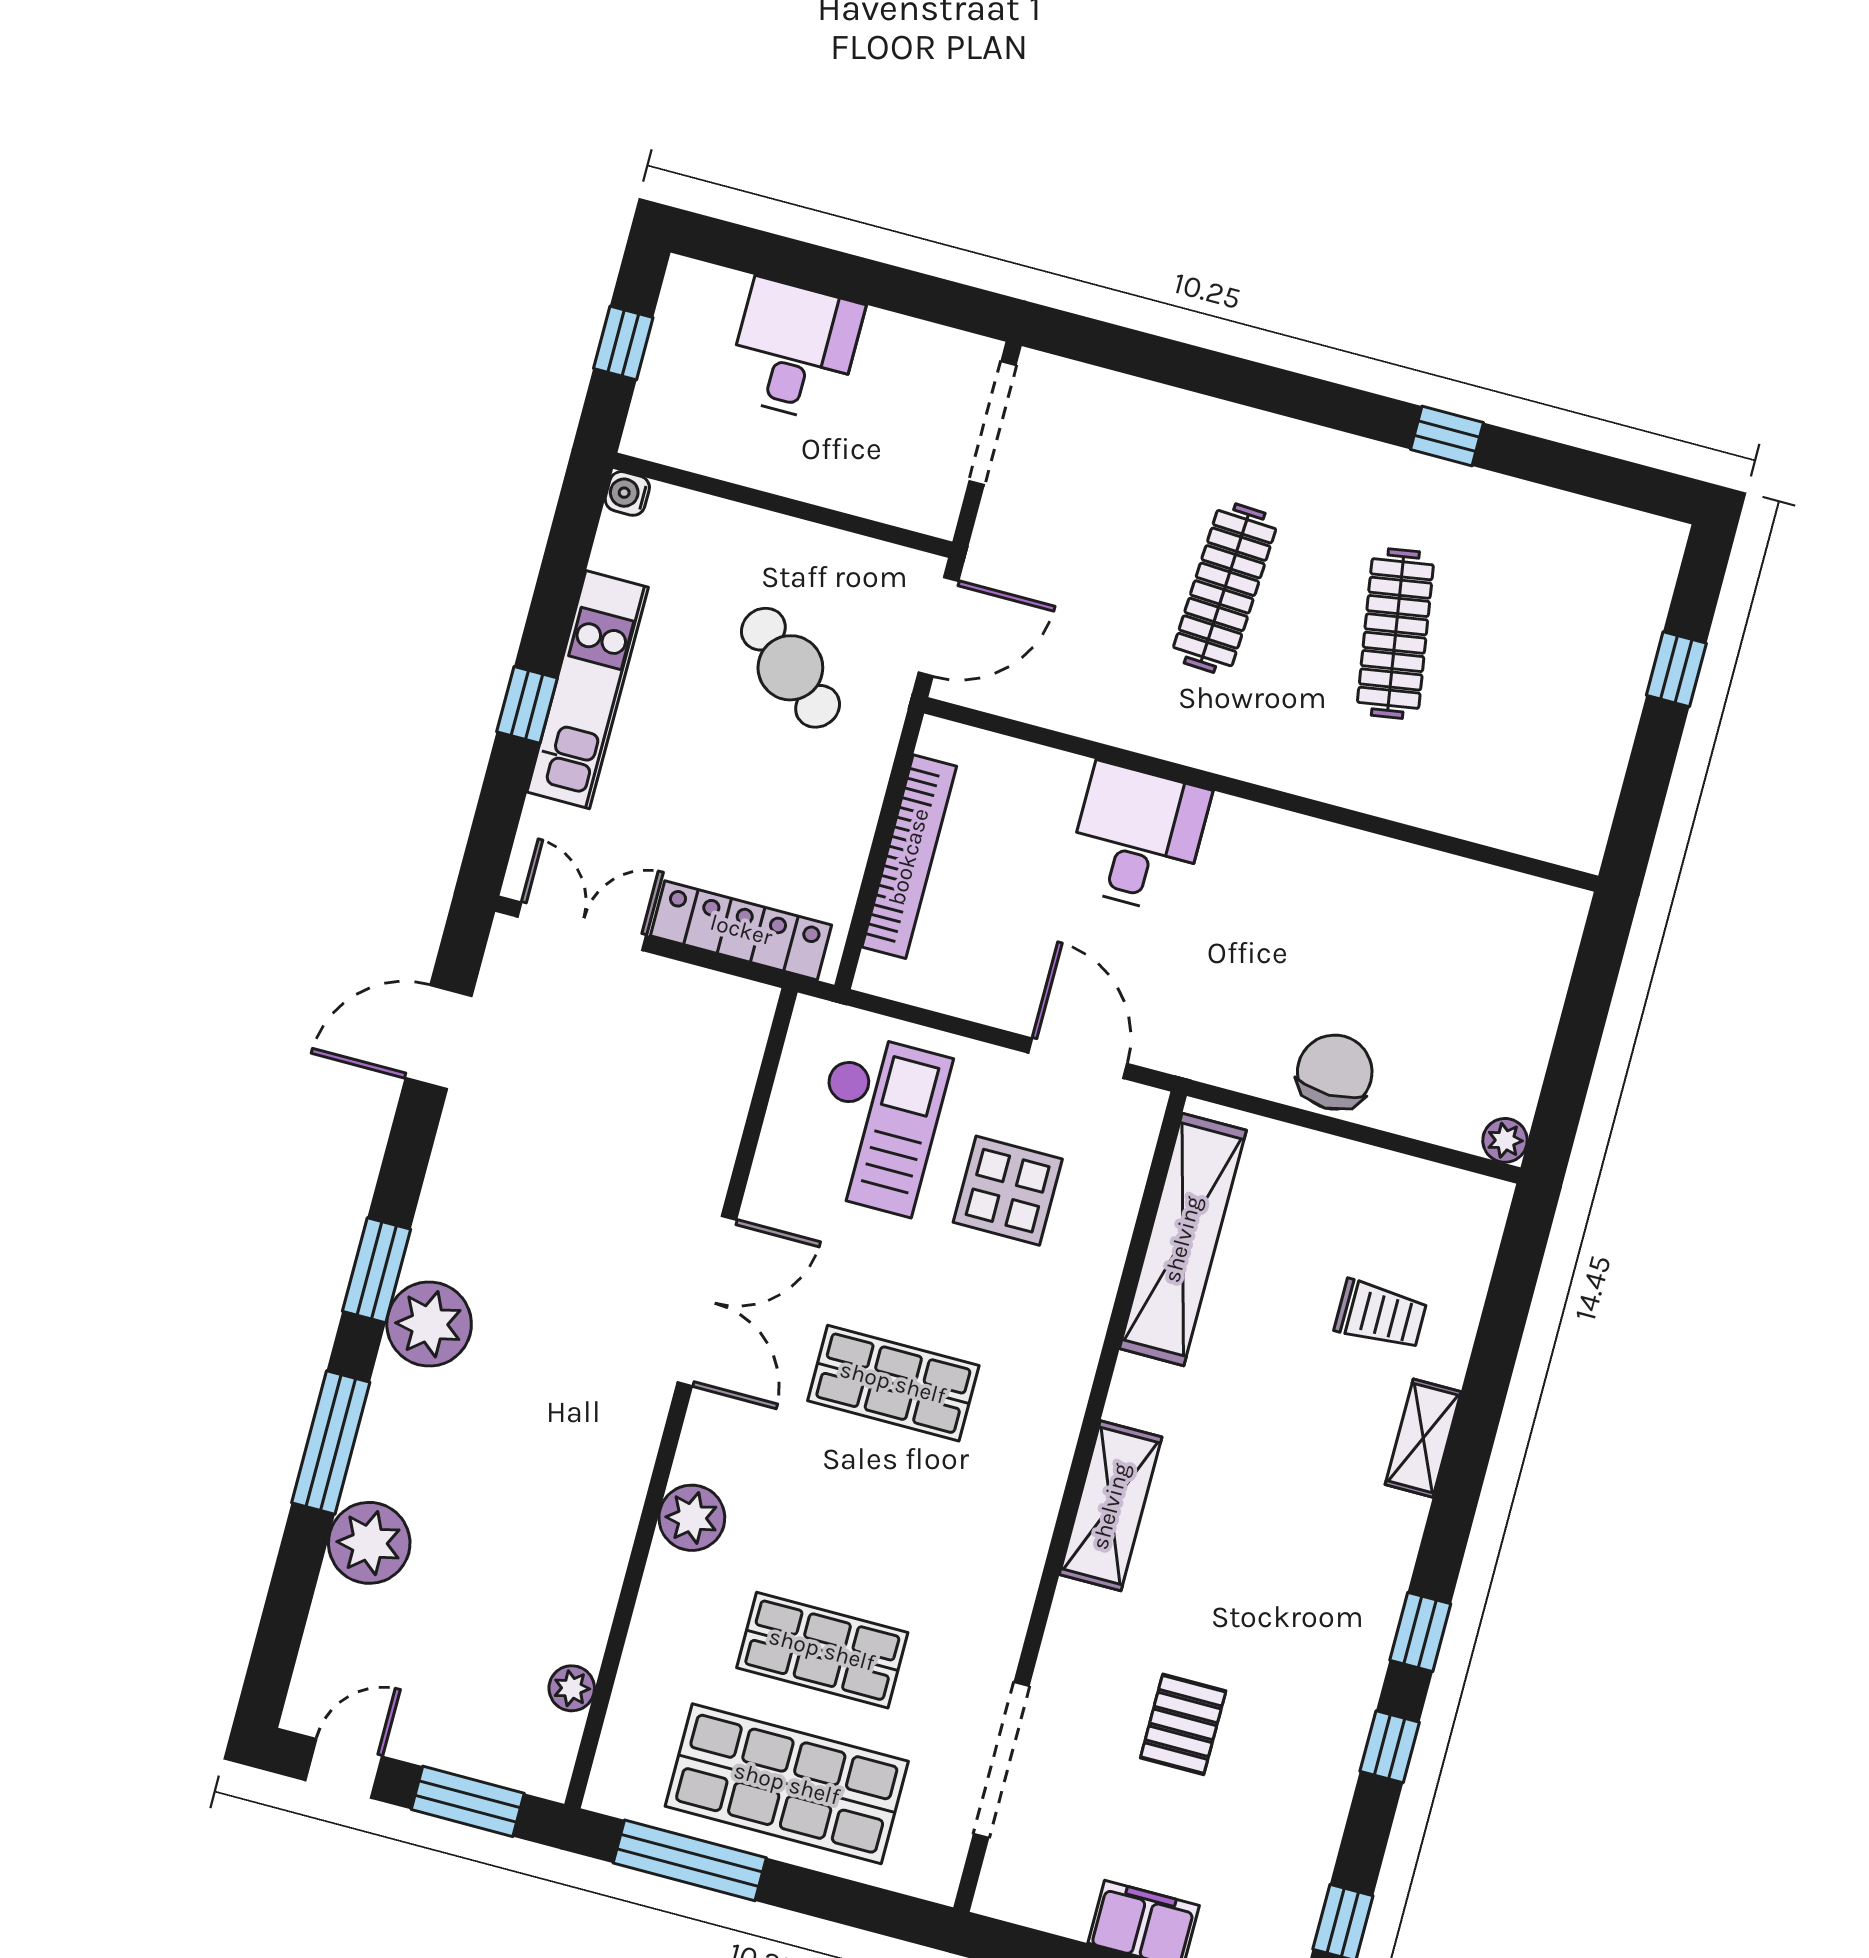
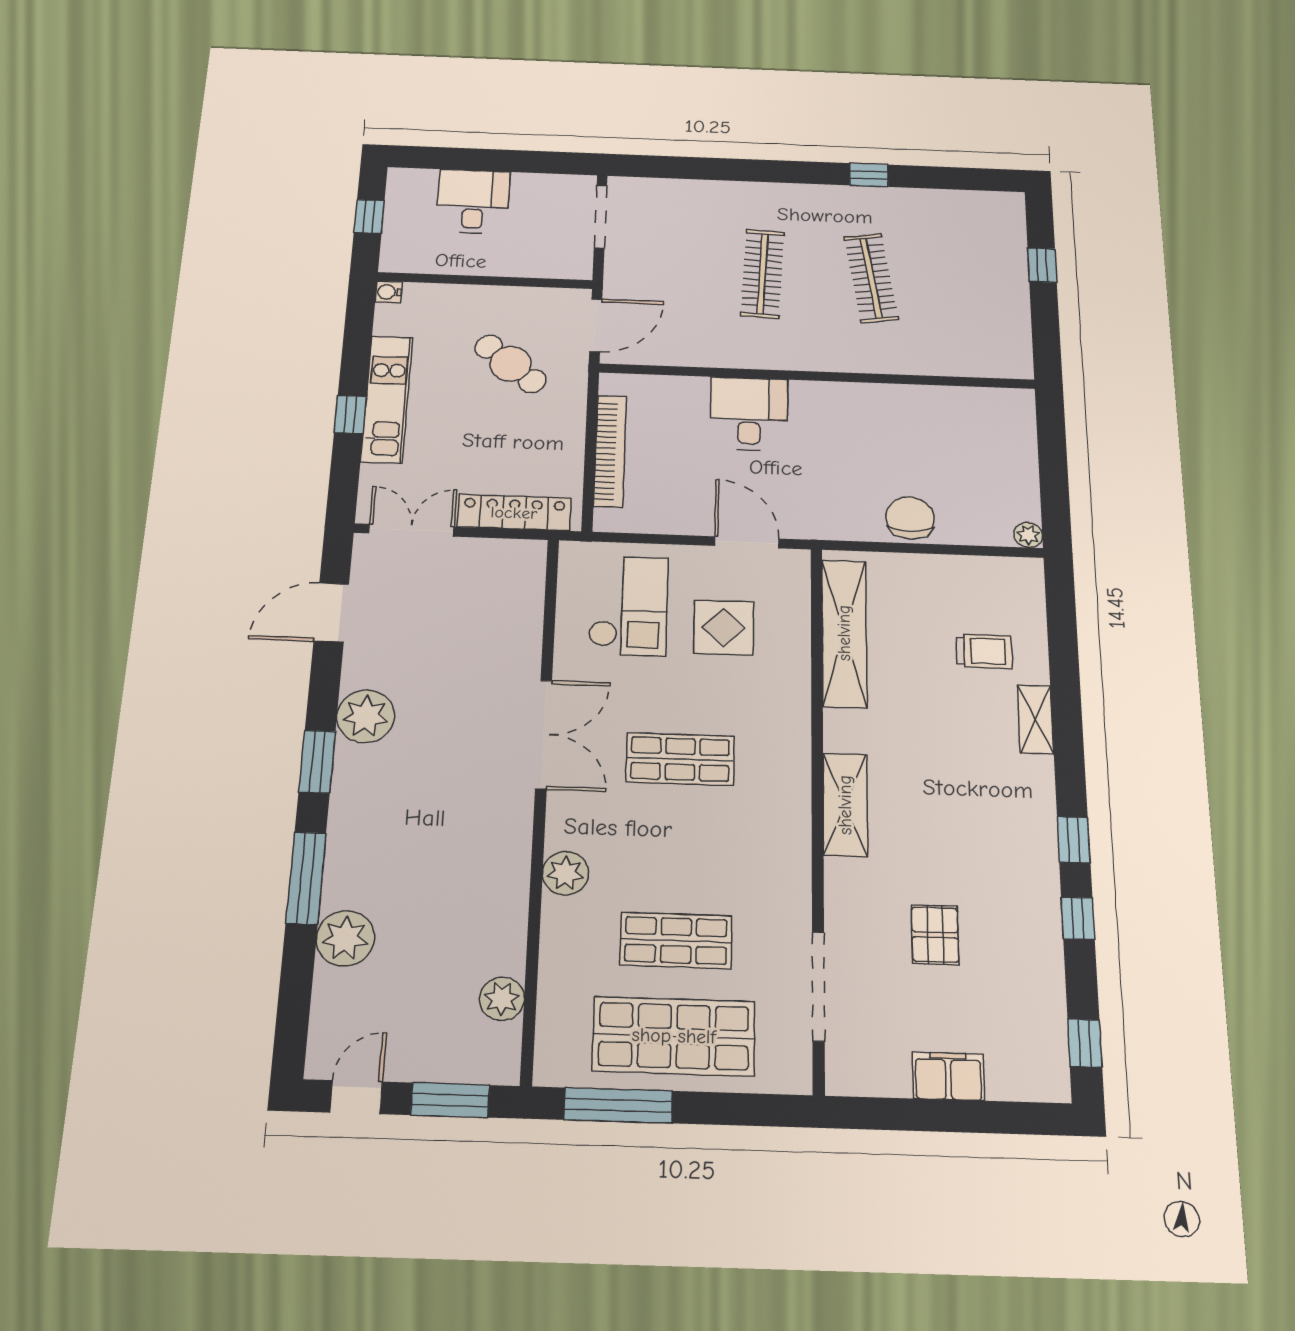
plant: (429, 1324) -> (366, 716), moved
plant: (572, 1688) -> (502, 999), width x1.38, depth x1.38

